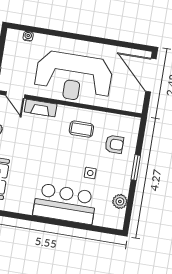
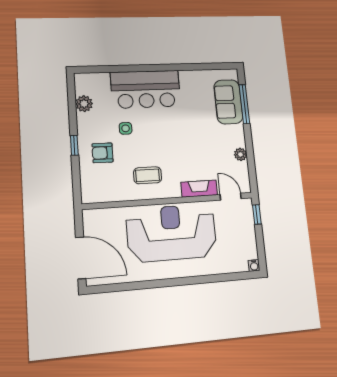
water cooler: (28, 36) -> (254, 265), moved
armchair: (114, 144) -> (103, 153), moved
window: (136, 168) -> (74, 145), width x0.67

